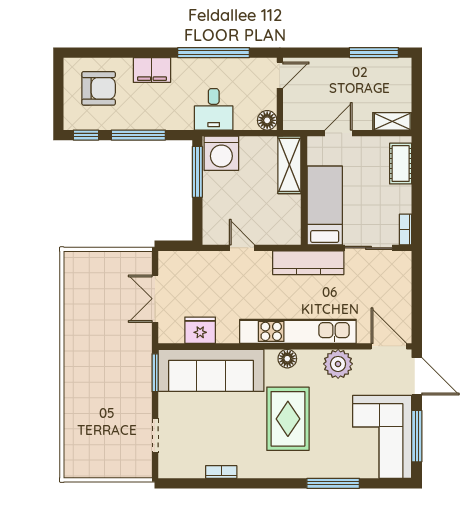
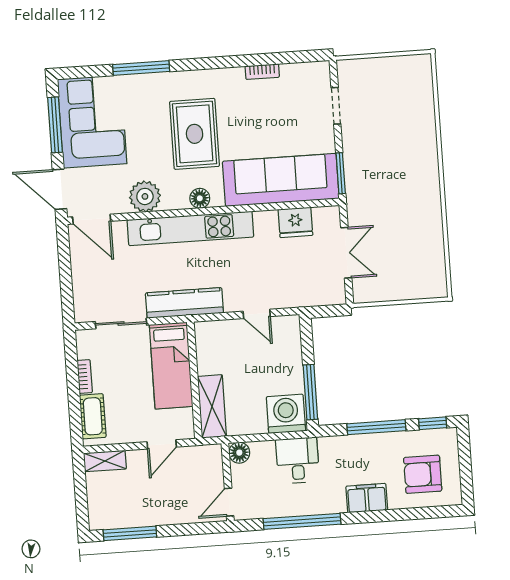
bookcase: (406, 229) -> (85, 377), moved

